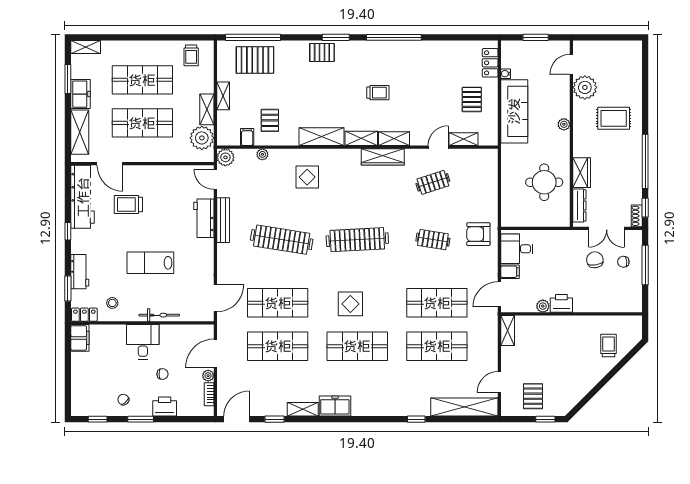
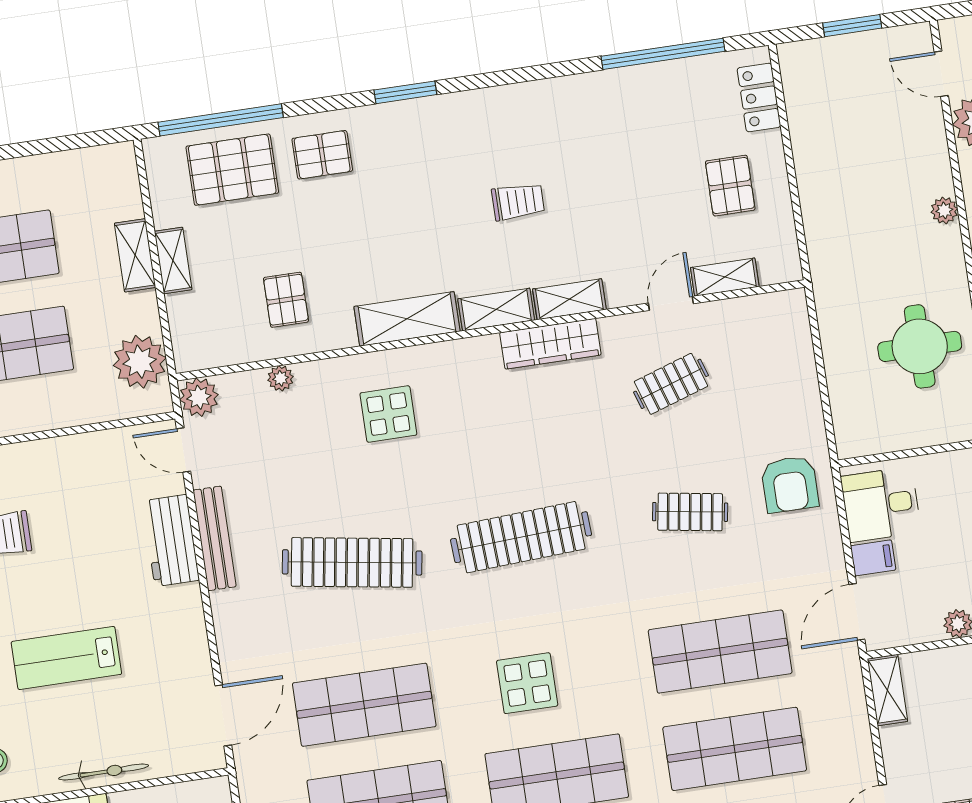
window: (394, 37) -> (663, 54), moved
pallet: (322, 53) -> (322, 155), moved
trolley: (191, 55) -> (88, 181), removed
door: (571, 64) -> (941, 74), hinge flipped
water cooler: (506, 74) -> (797, 117), removed
shelving: (207, 109) -> (135, 255), moved
sofa: (514, 111) -> (829, 198), removed
filing cabinet: (247, 137) -> (241, 344), removed
armchair: (478, 234) -> (790, 484), turned -90

